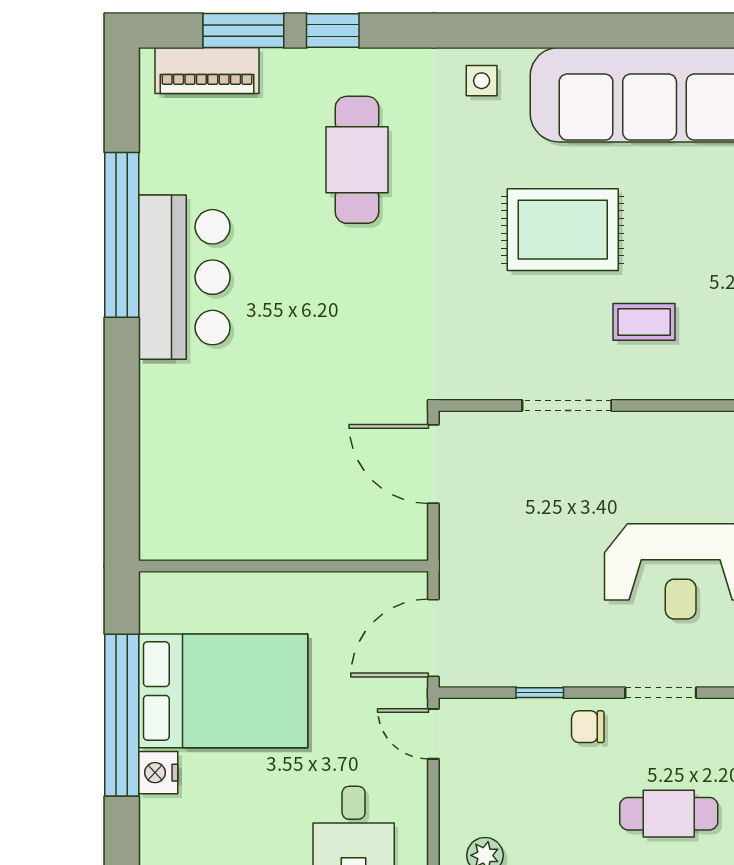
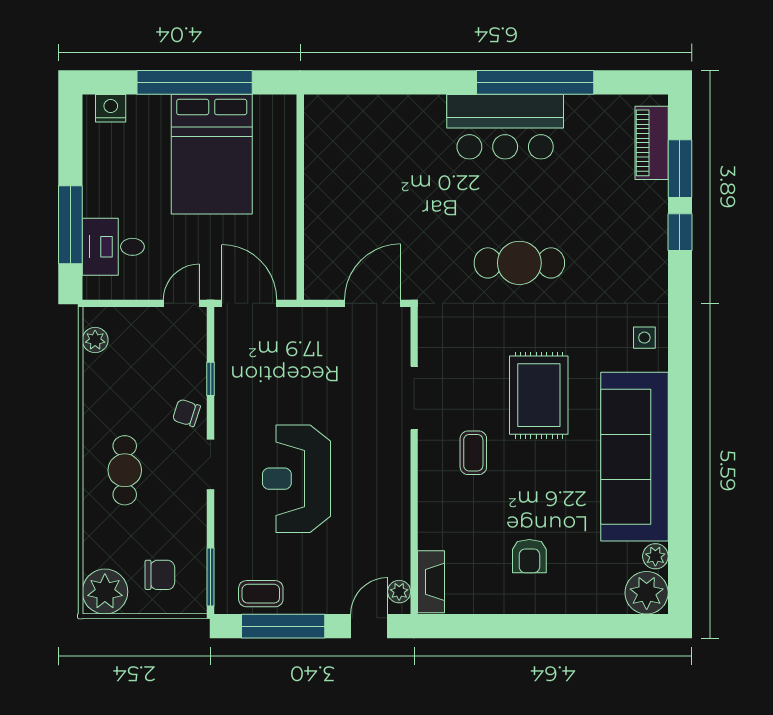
cafe table: (357, 160) -> (519, 263), moved
chair: (588, 727) -> (186, 413), turned -72
nightstand: (158, 773) -> (111, 108), moved

